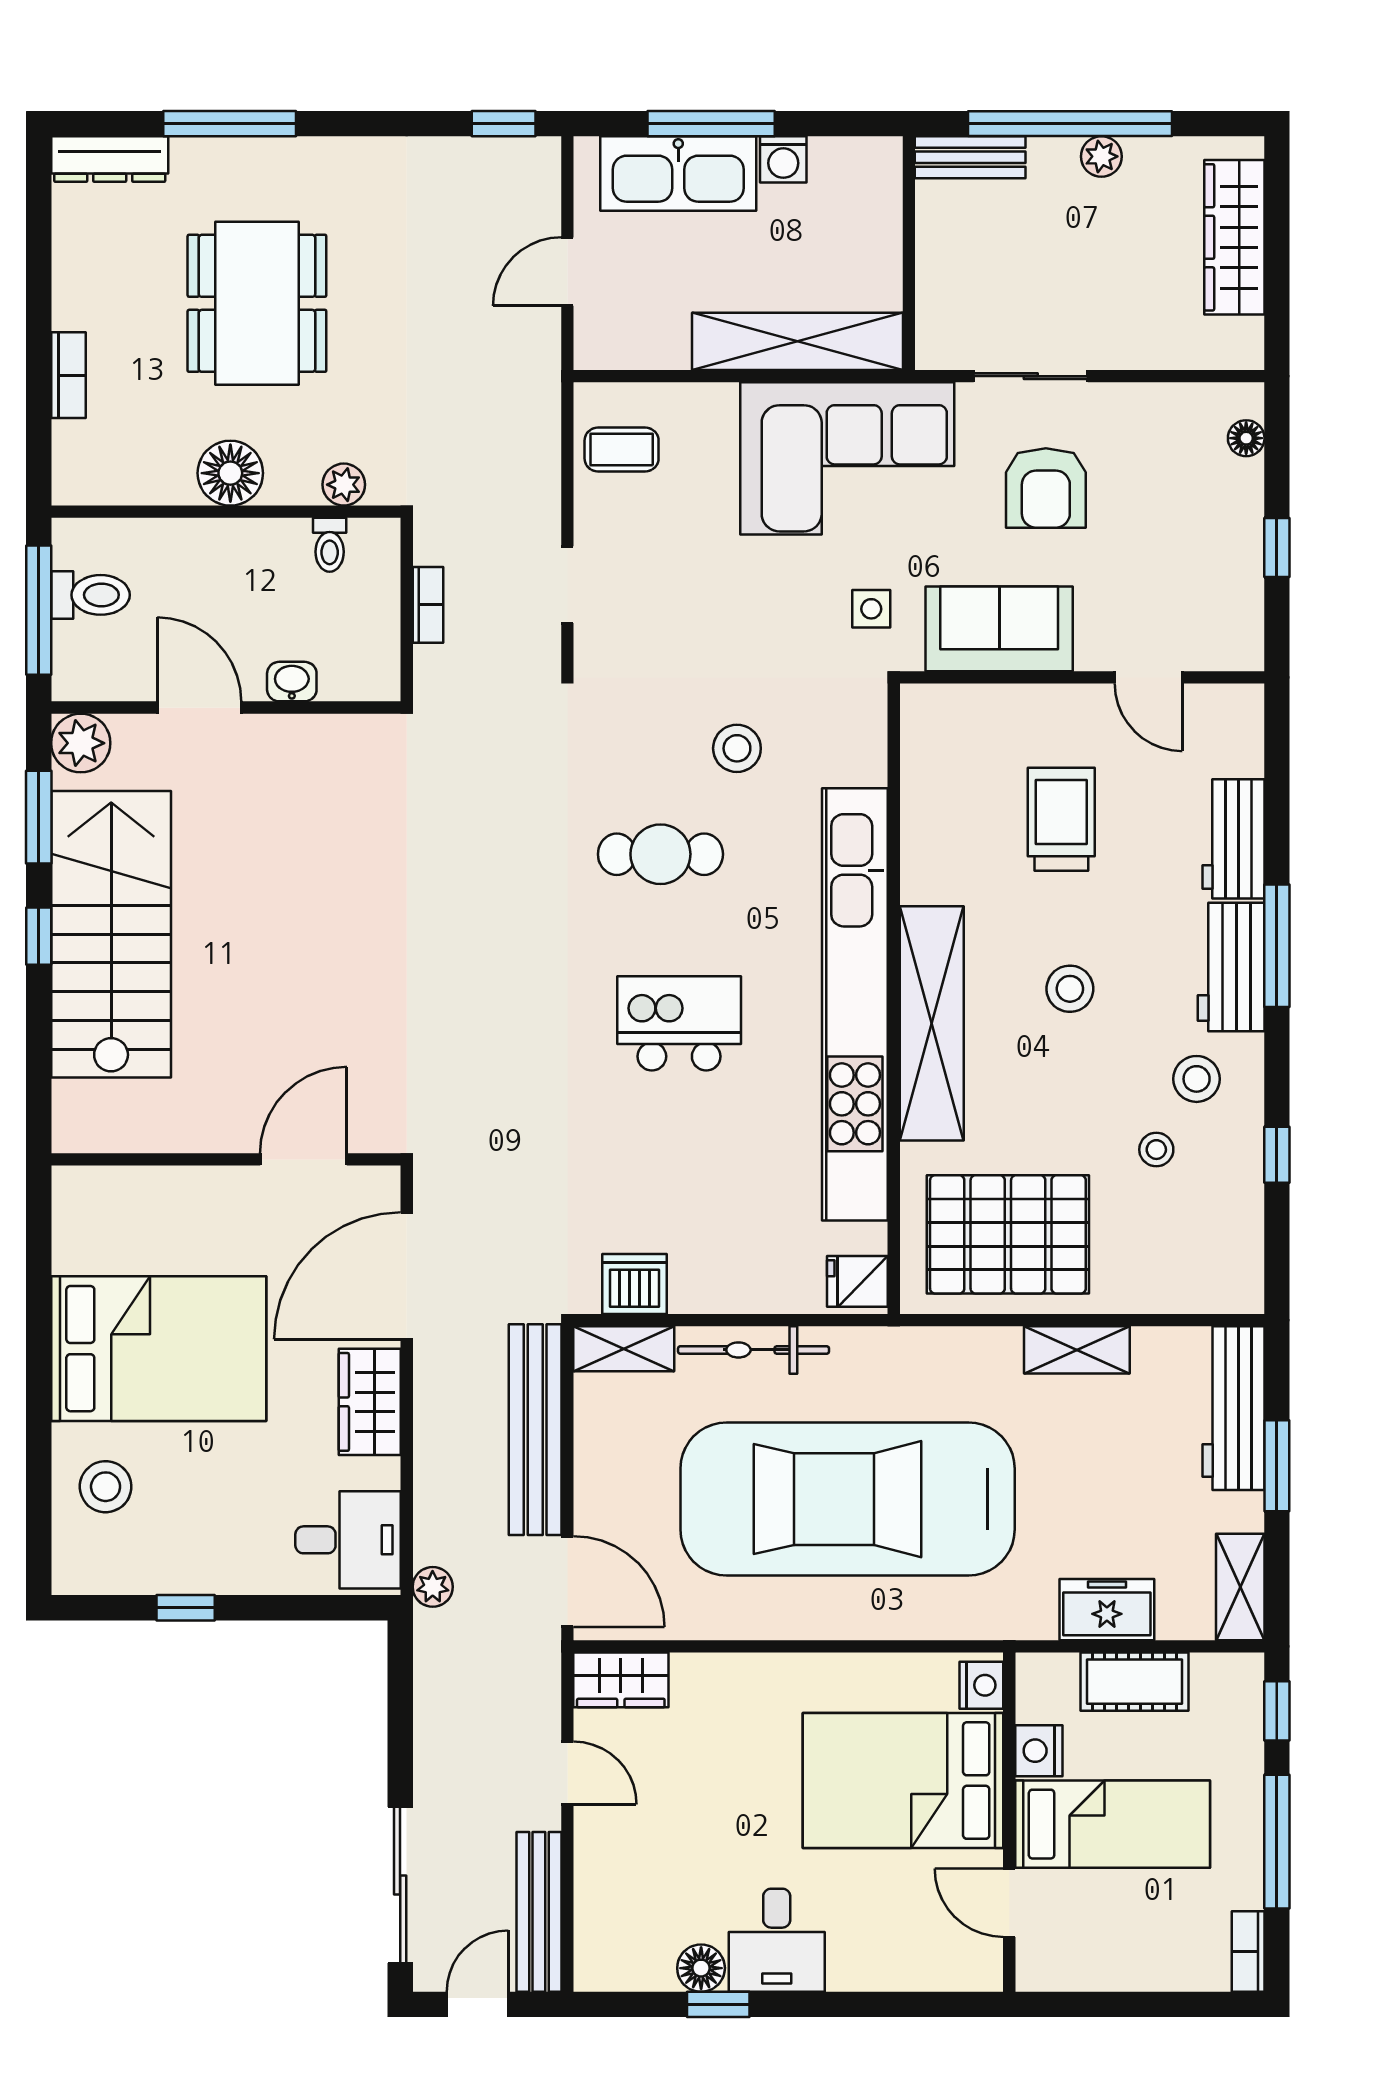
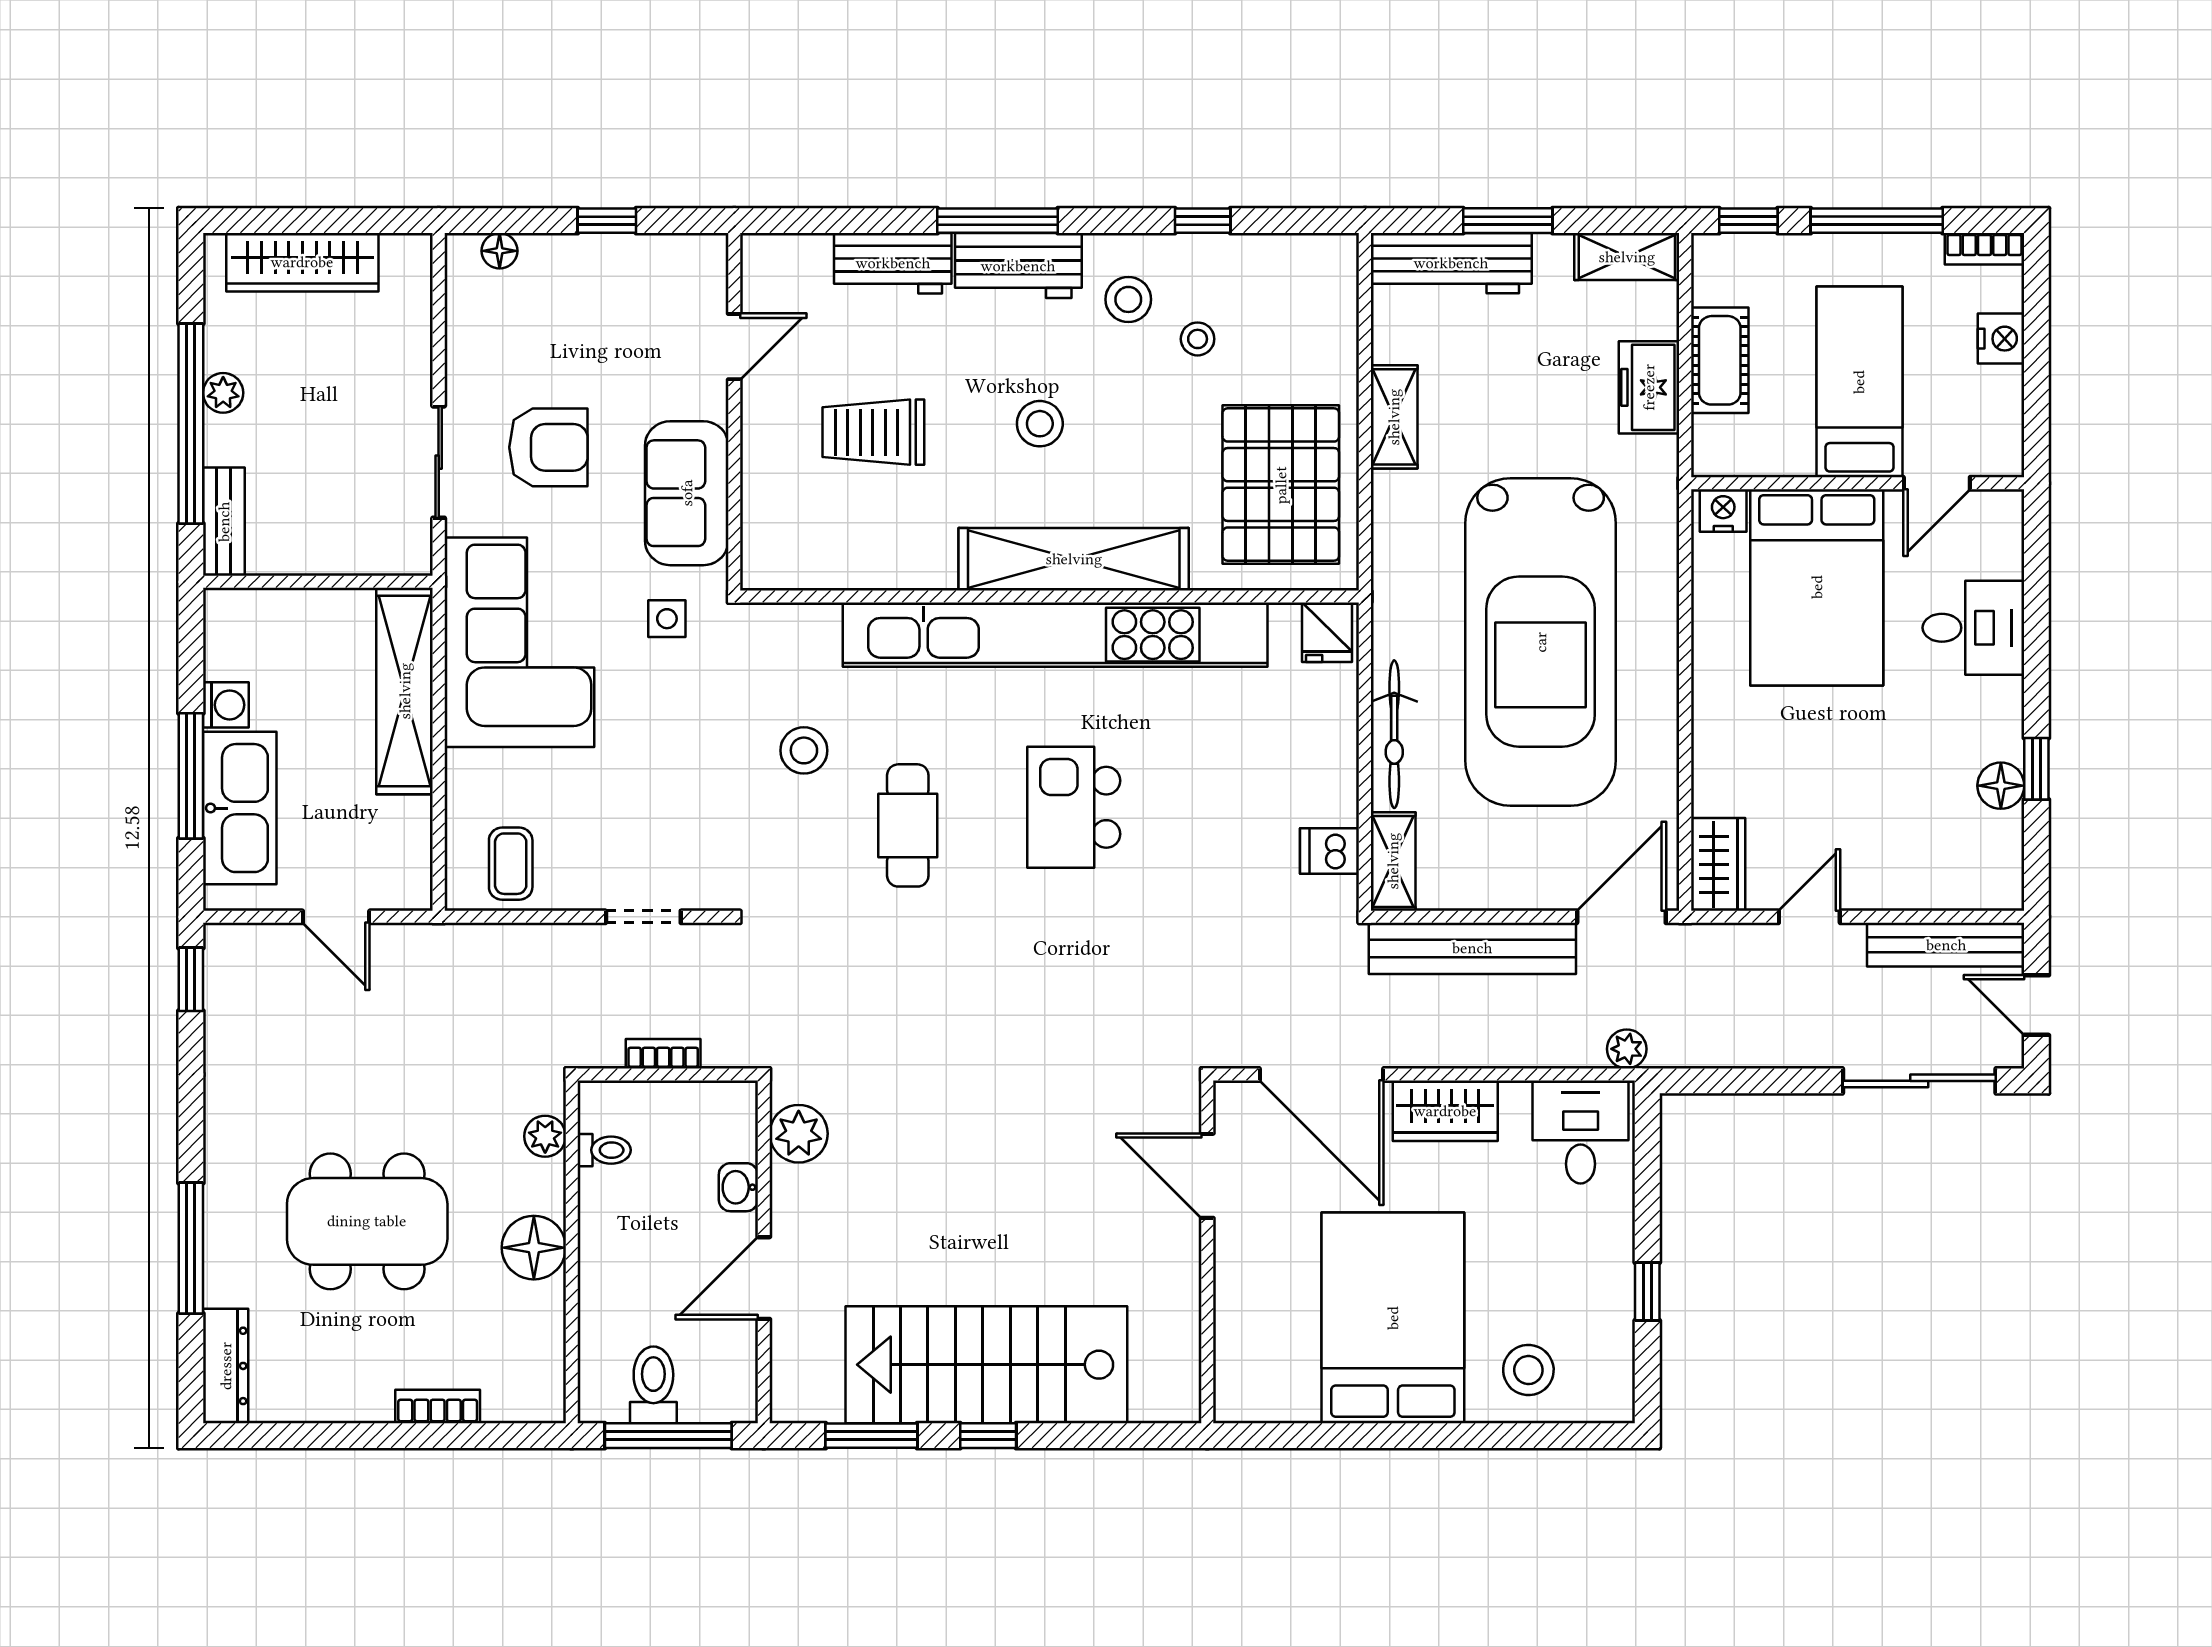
plant: (81, 743) -> (799, 1134), moved
dishwasher: (634, 1284) -> (1329, 851), width x0.73
nightstand: (1039, 1751) -> (2001, 339), moved, turned -90
desk: (777, 1940) -> (1973, 628), moved

